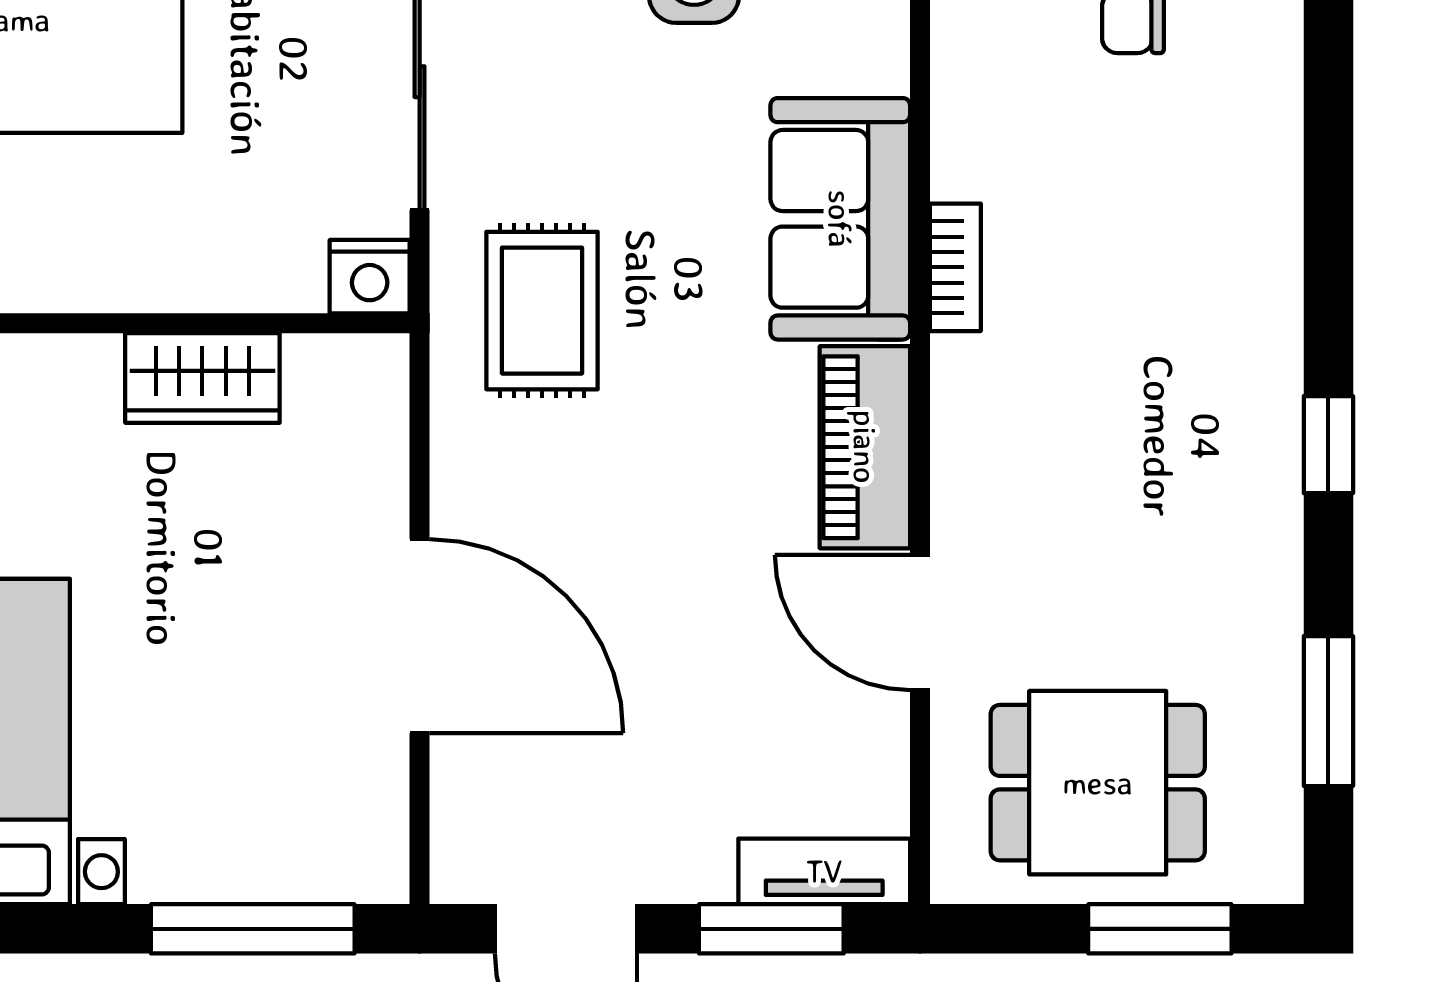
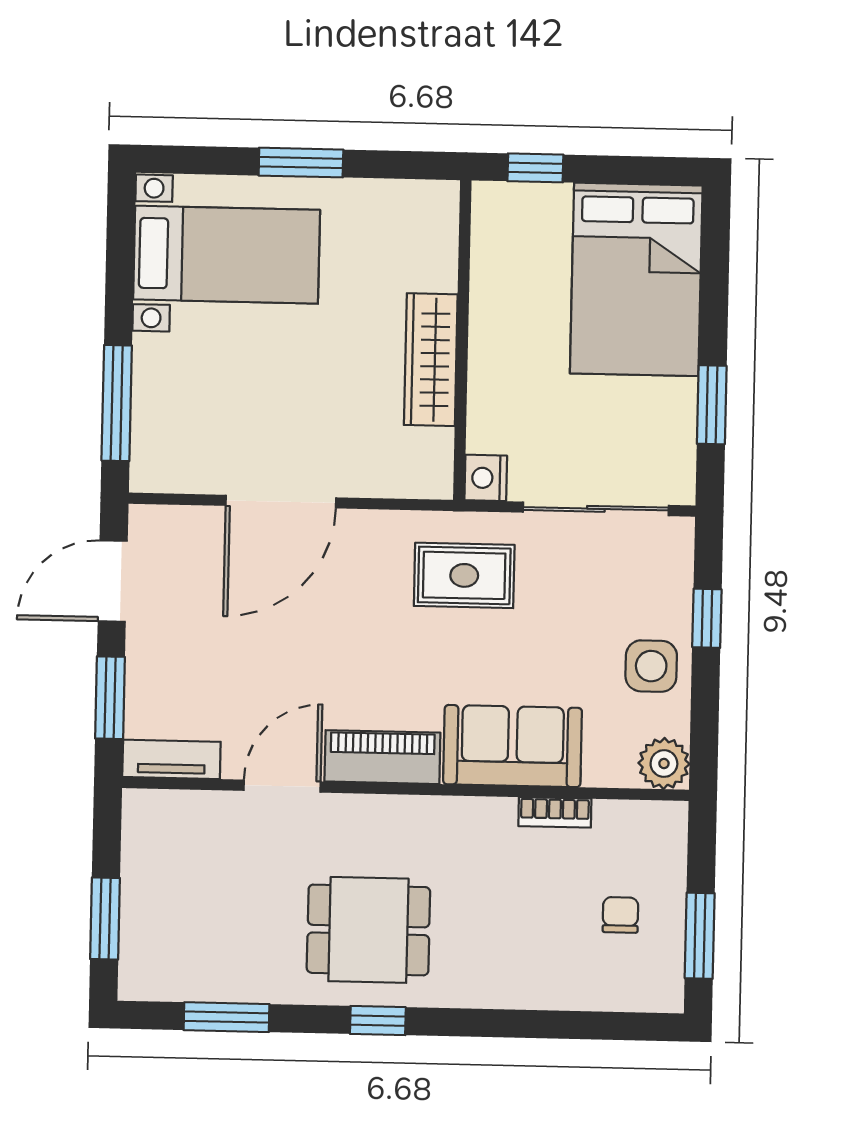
bookcase: (955, 267) -> (555, 812), moved
wardrobe: (202, 378) -> (431, 360), width x1.50
dining table: (1098, 783) -> (368, 930), moved, turned 90
tv unit: (824, 871) -> (171, 759), moved, turned -90

